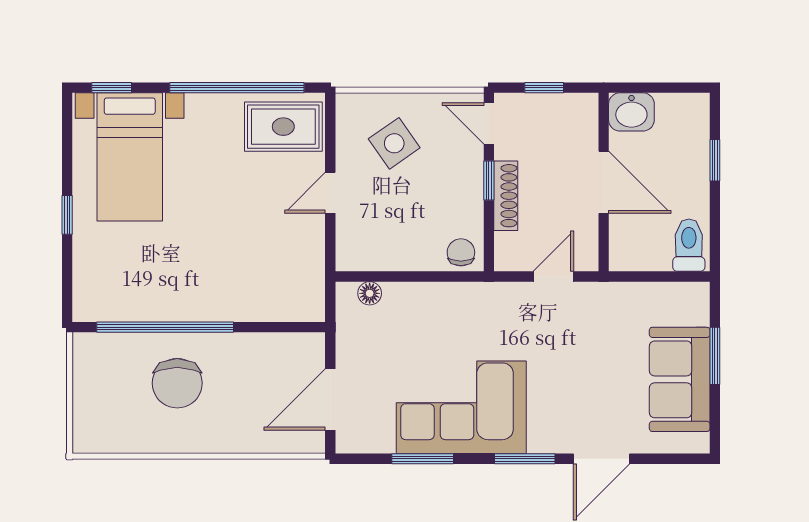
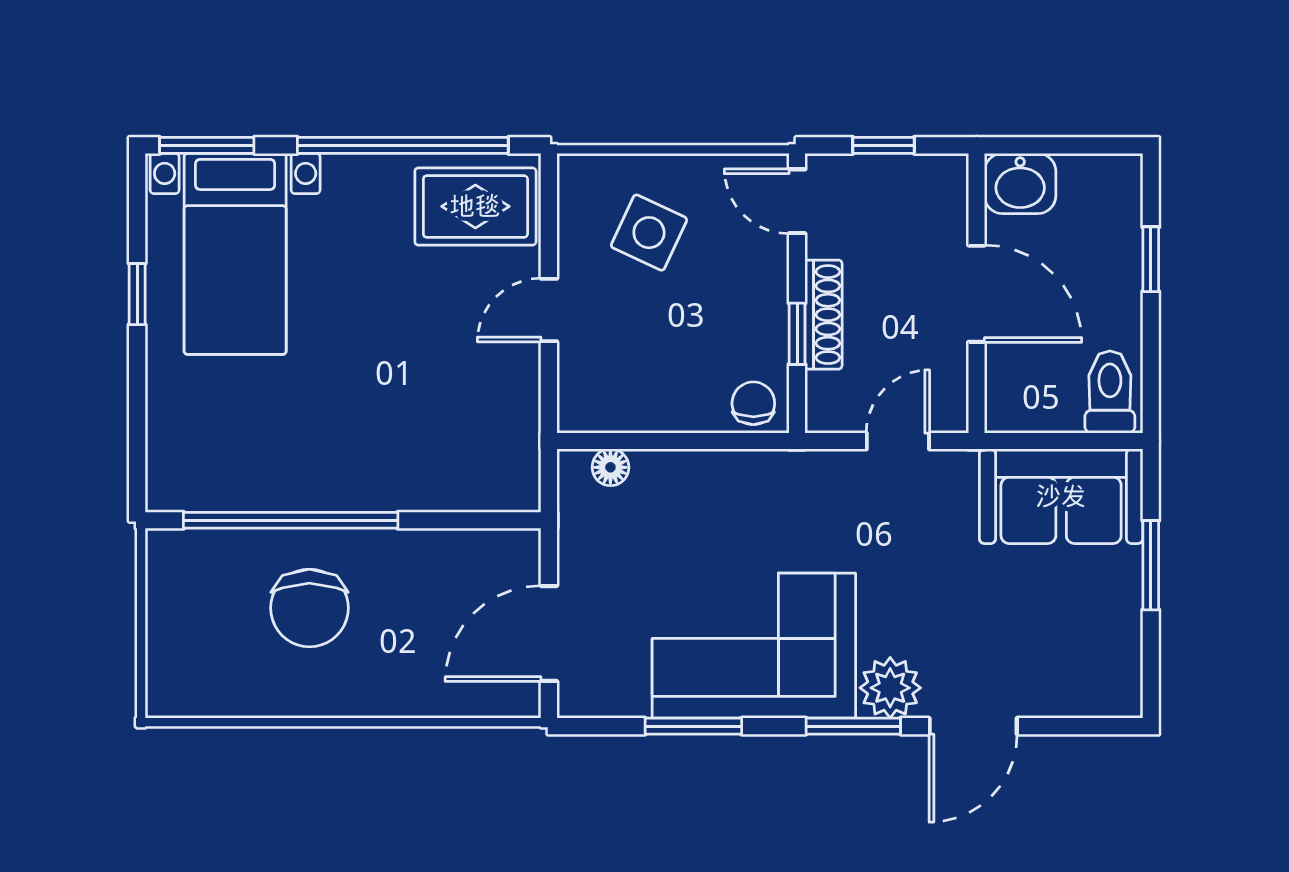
window: (112, 88) -> (207, 145), width x1.50
side table: (394, 143) -> (649, 233), turned -30
window: (489, 181) -> (797, 334), moved
window: (67, 215) -> (137, 294), moved
sofa: (680, 379) -> (1061, 496), moved, turned -90
plant: (548, 434) -> (890, 688), added

